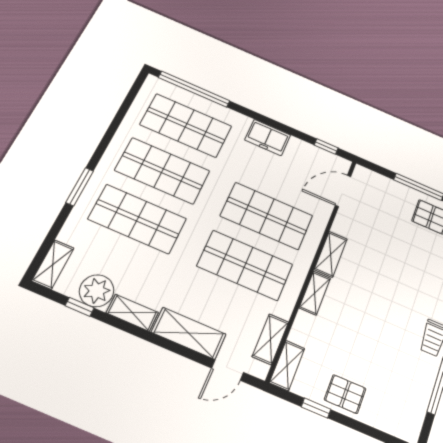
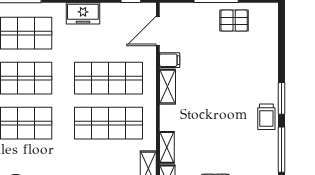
filing cabinet: (344, 227) -> (170, 60), added
shelving: (315, 293) -> (167, 147), moved

